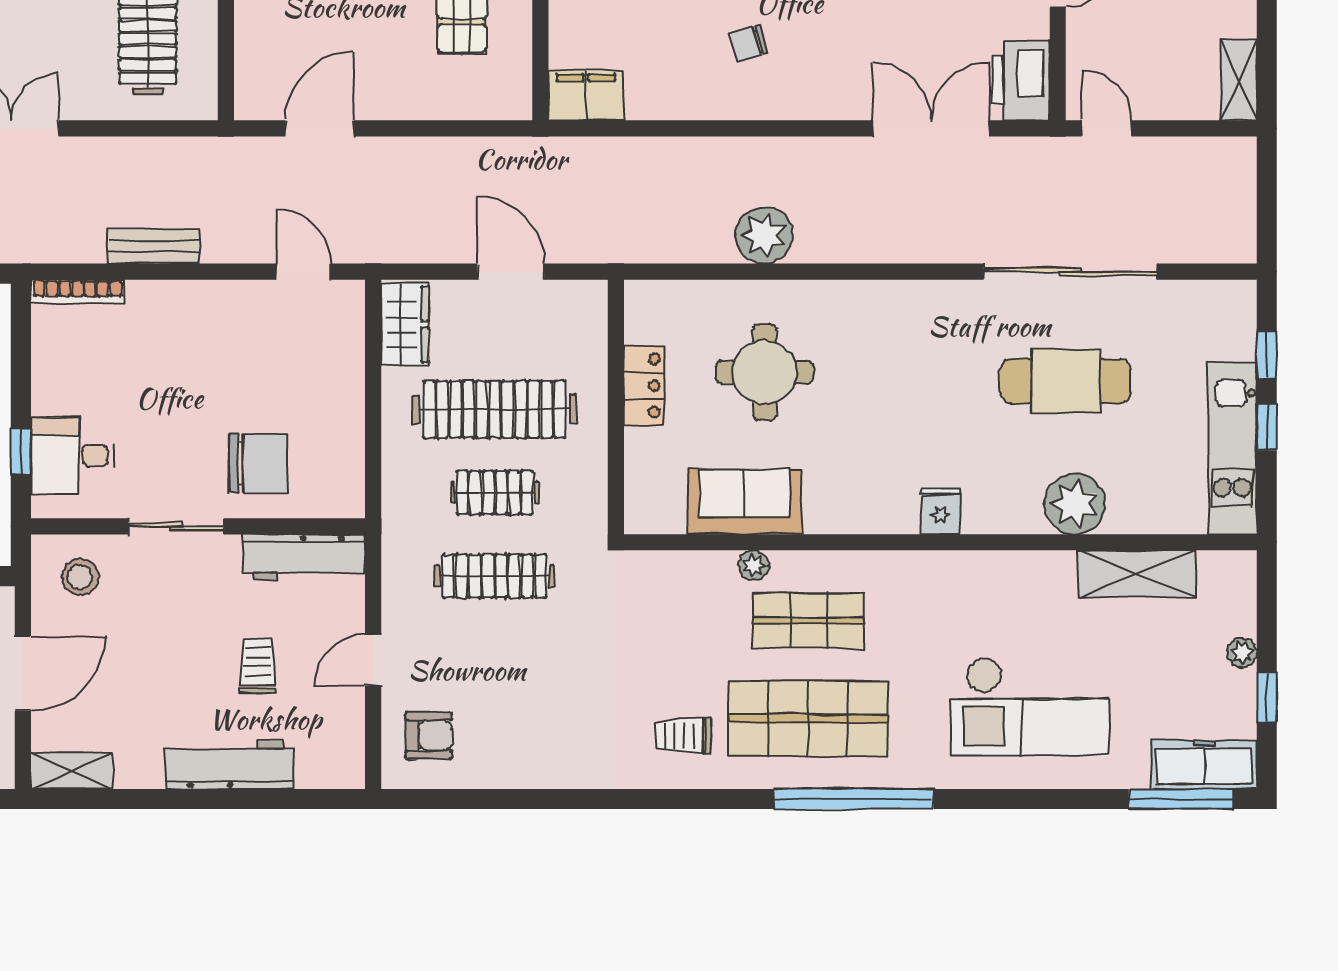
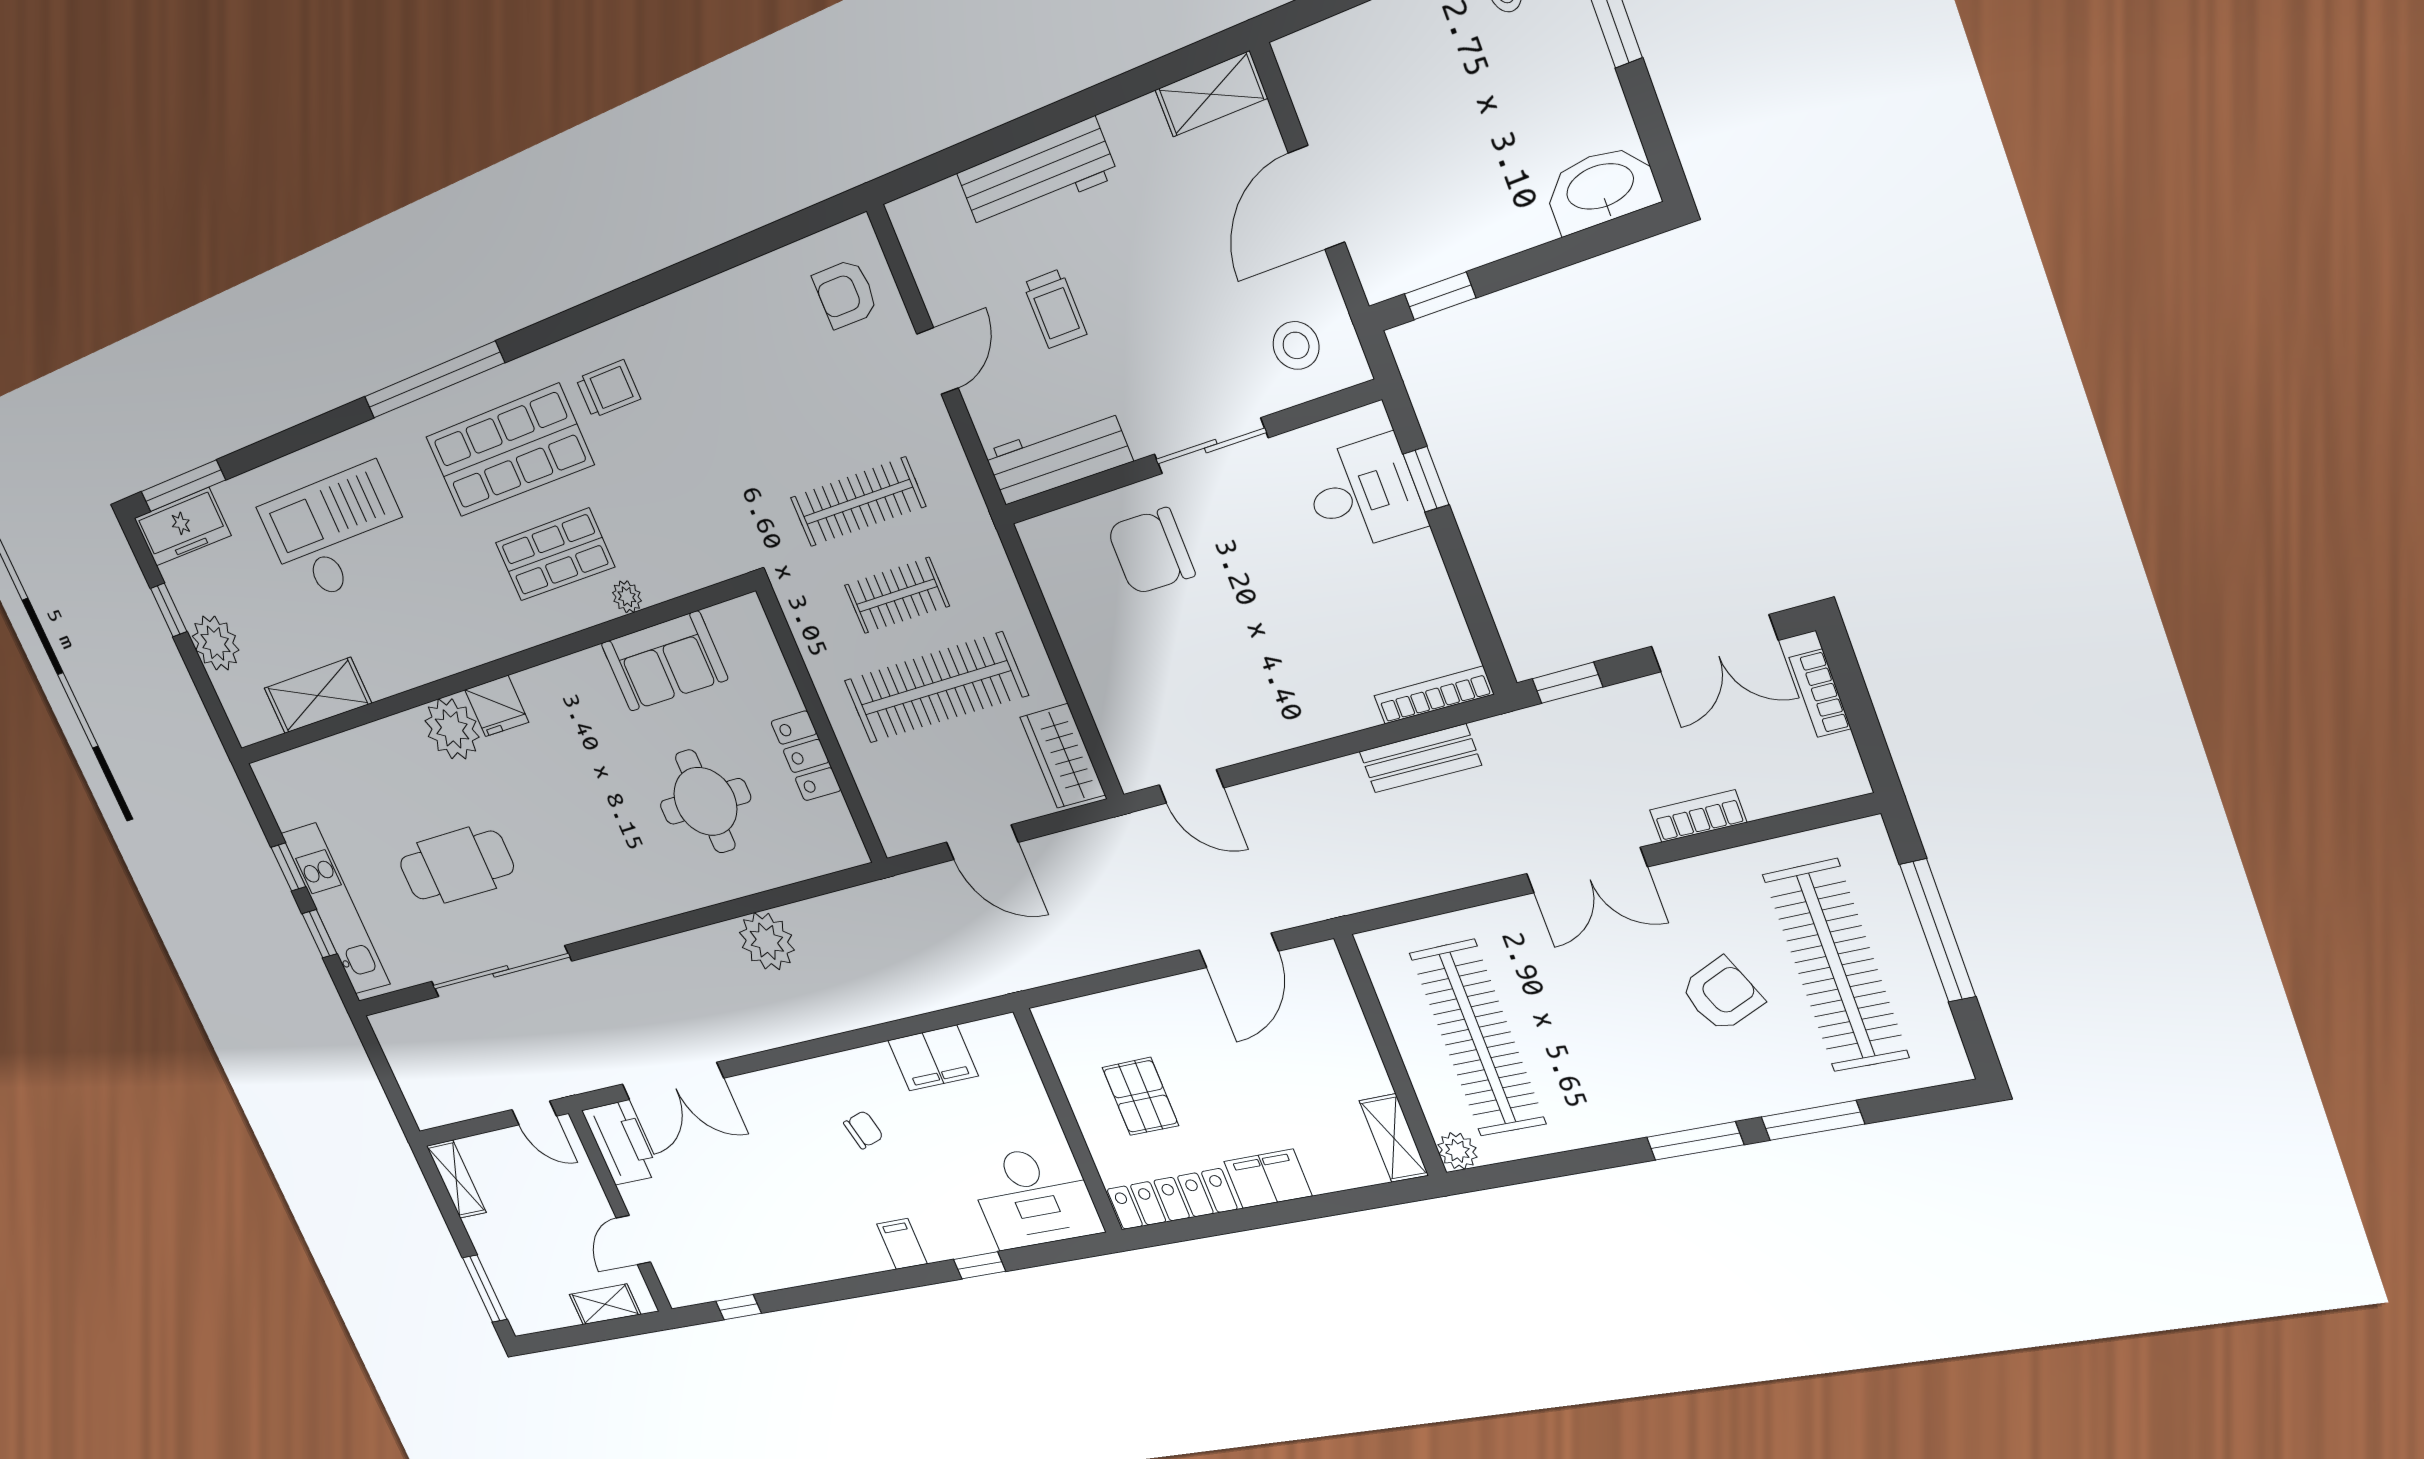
filing cabinet: (586, 95) -> (933, 1058), moved
bench: (154, 246) -> (1420, 758), moved
kitchen unit: (1232, 448) -> (336, 909), moved
plant: (1075, 504) -> (452, 729), moved
fridge: (940, 511) -> (497, 706), width x1.38
plant: (1242, 653) -> (216, 643), width x1.88, depth x1.88

